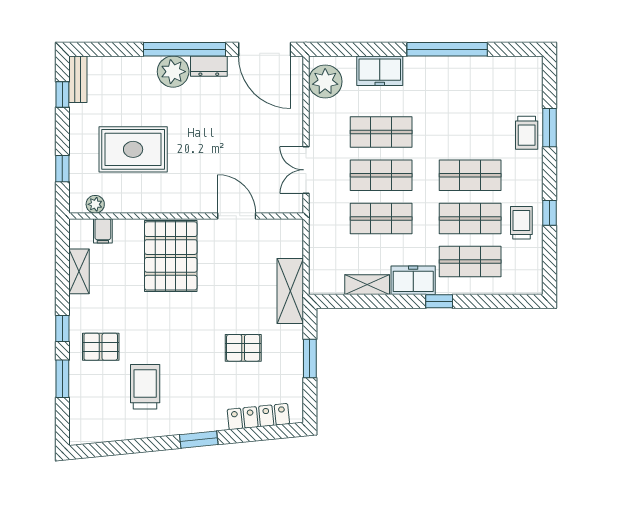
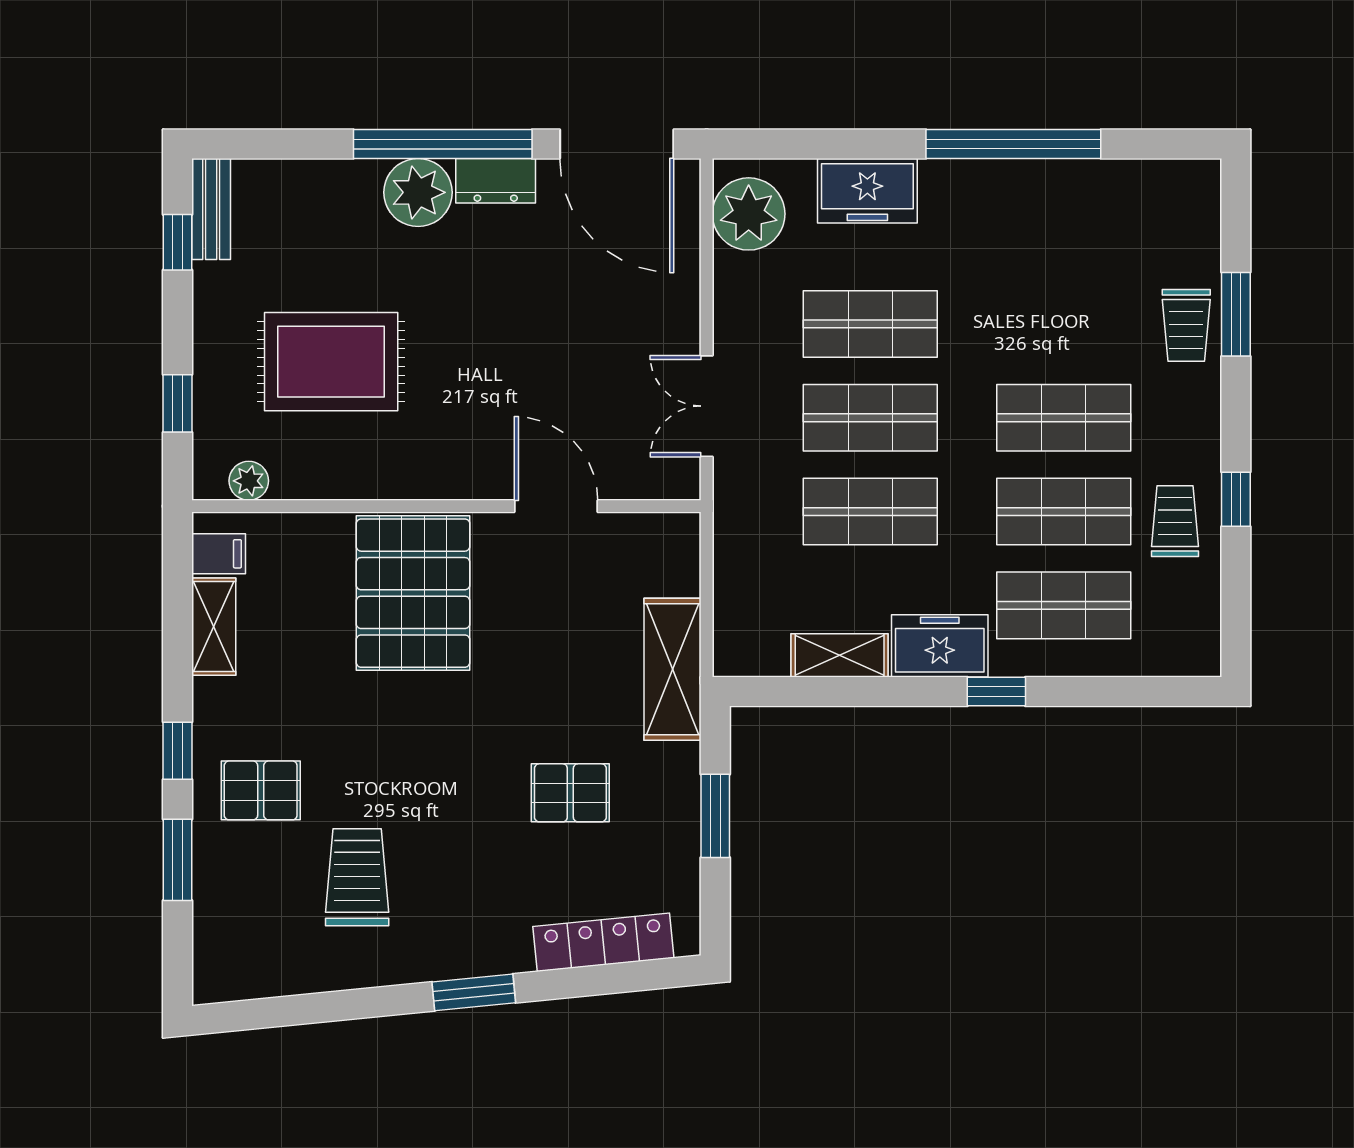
filing cabinet: (103, 231) -> (219, 554), moved, turned -90

